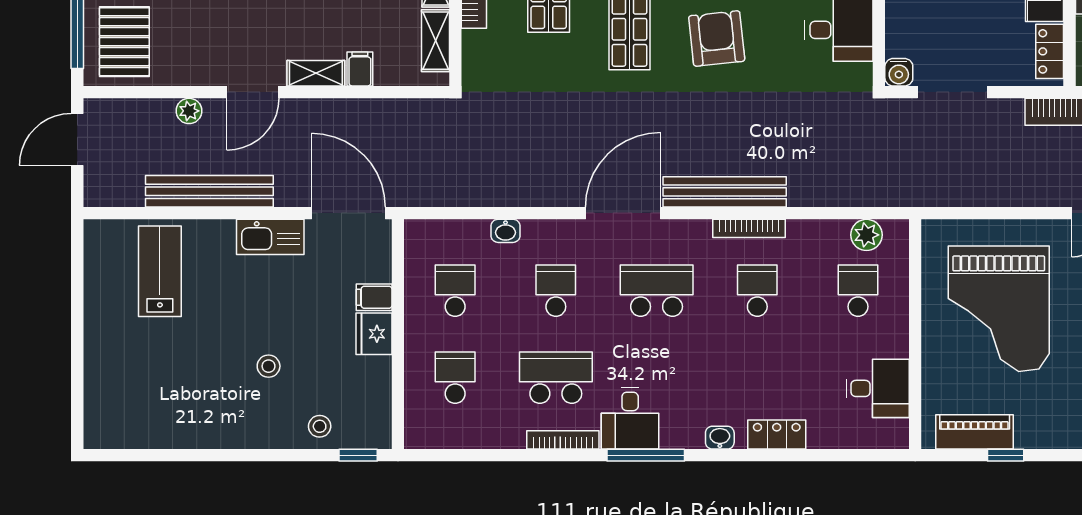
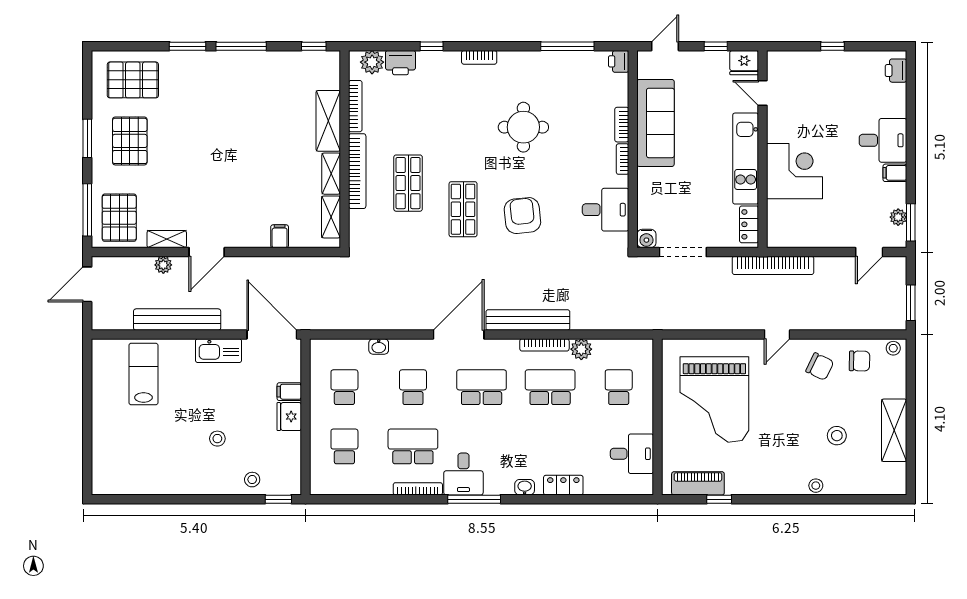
shelving: (316, 73) -> (167, 239), moved
plant: (866, 235) -> (581, 349), moved
school desk: (757, 291) -> (550, 387), width x1.85

